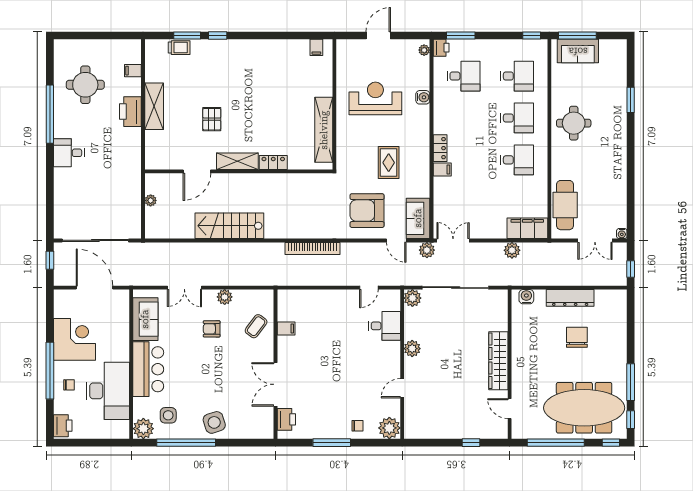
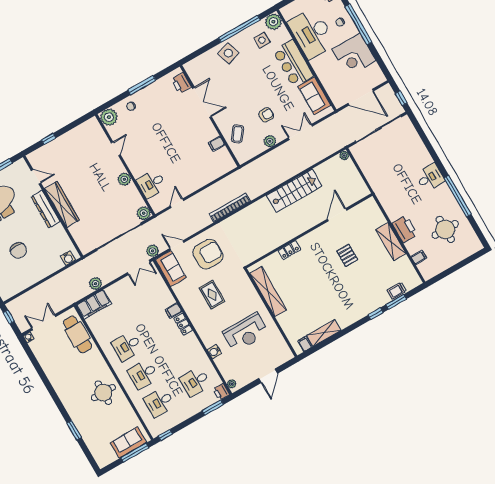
shelving: (237, 161) -> (324, 333), moved
plant: (151, 200) -> (344, 156), moved
dresser: (570, 298) -> (46, 209), moved, turned -90

